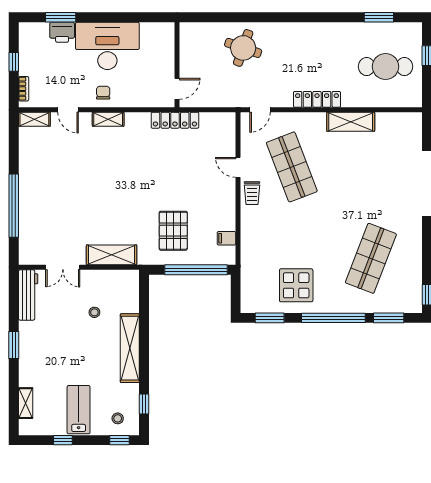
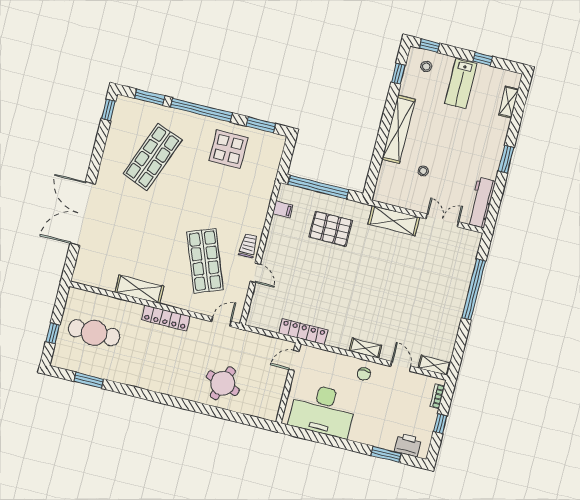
printer: (62, 32) -> (408, 445), moved
desk: (107, 46) -> (323, 410), moved
pallet: (173, 231) -> (331, 229), turned 90

